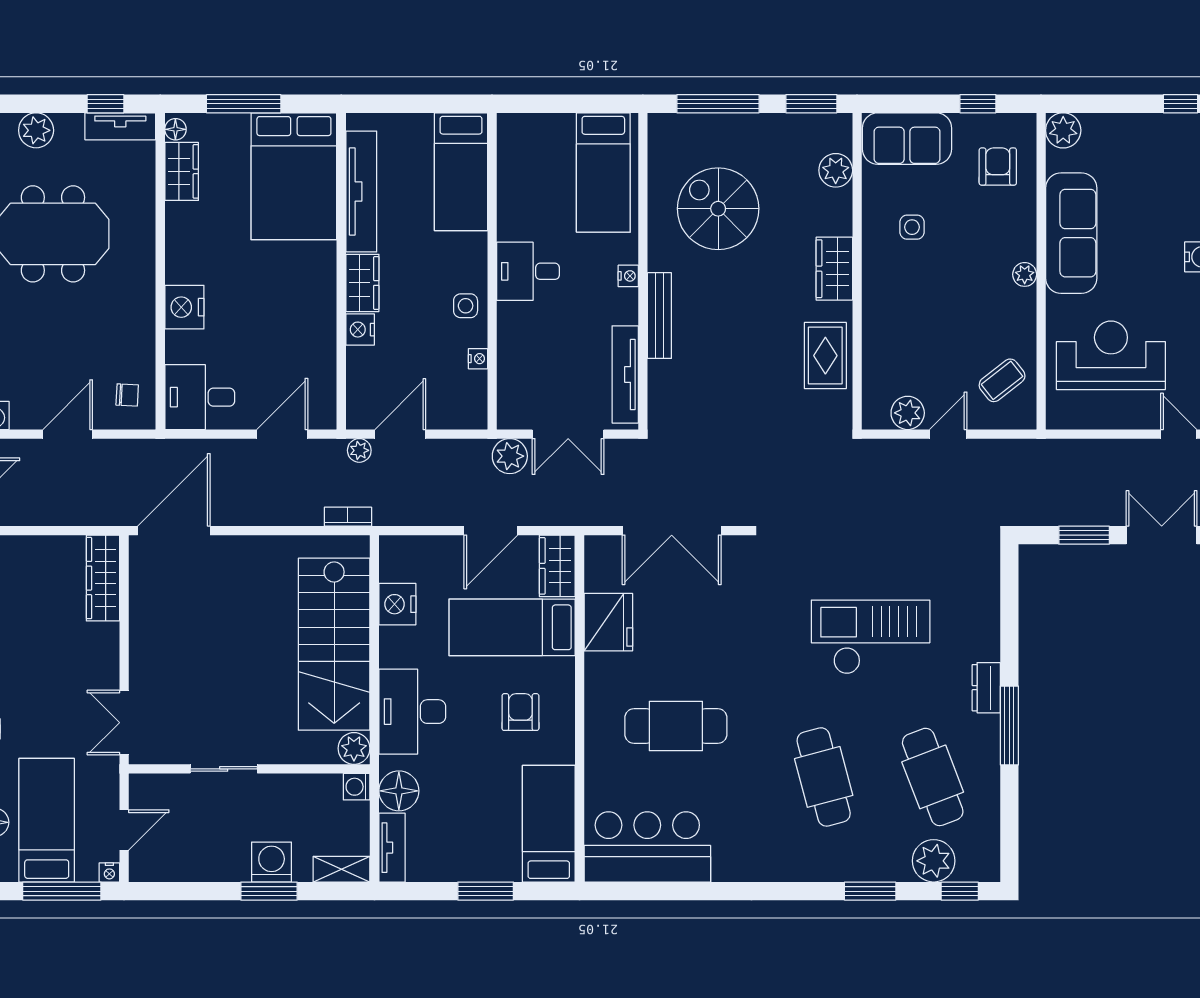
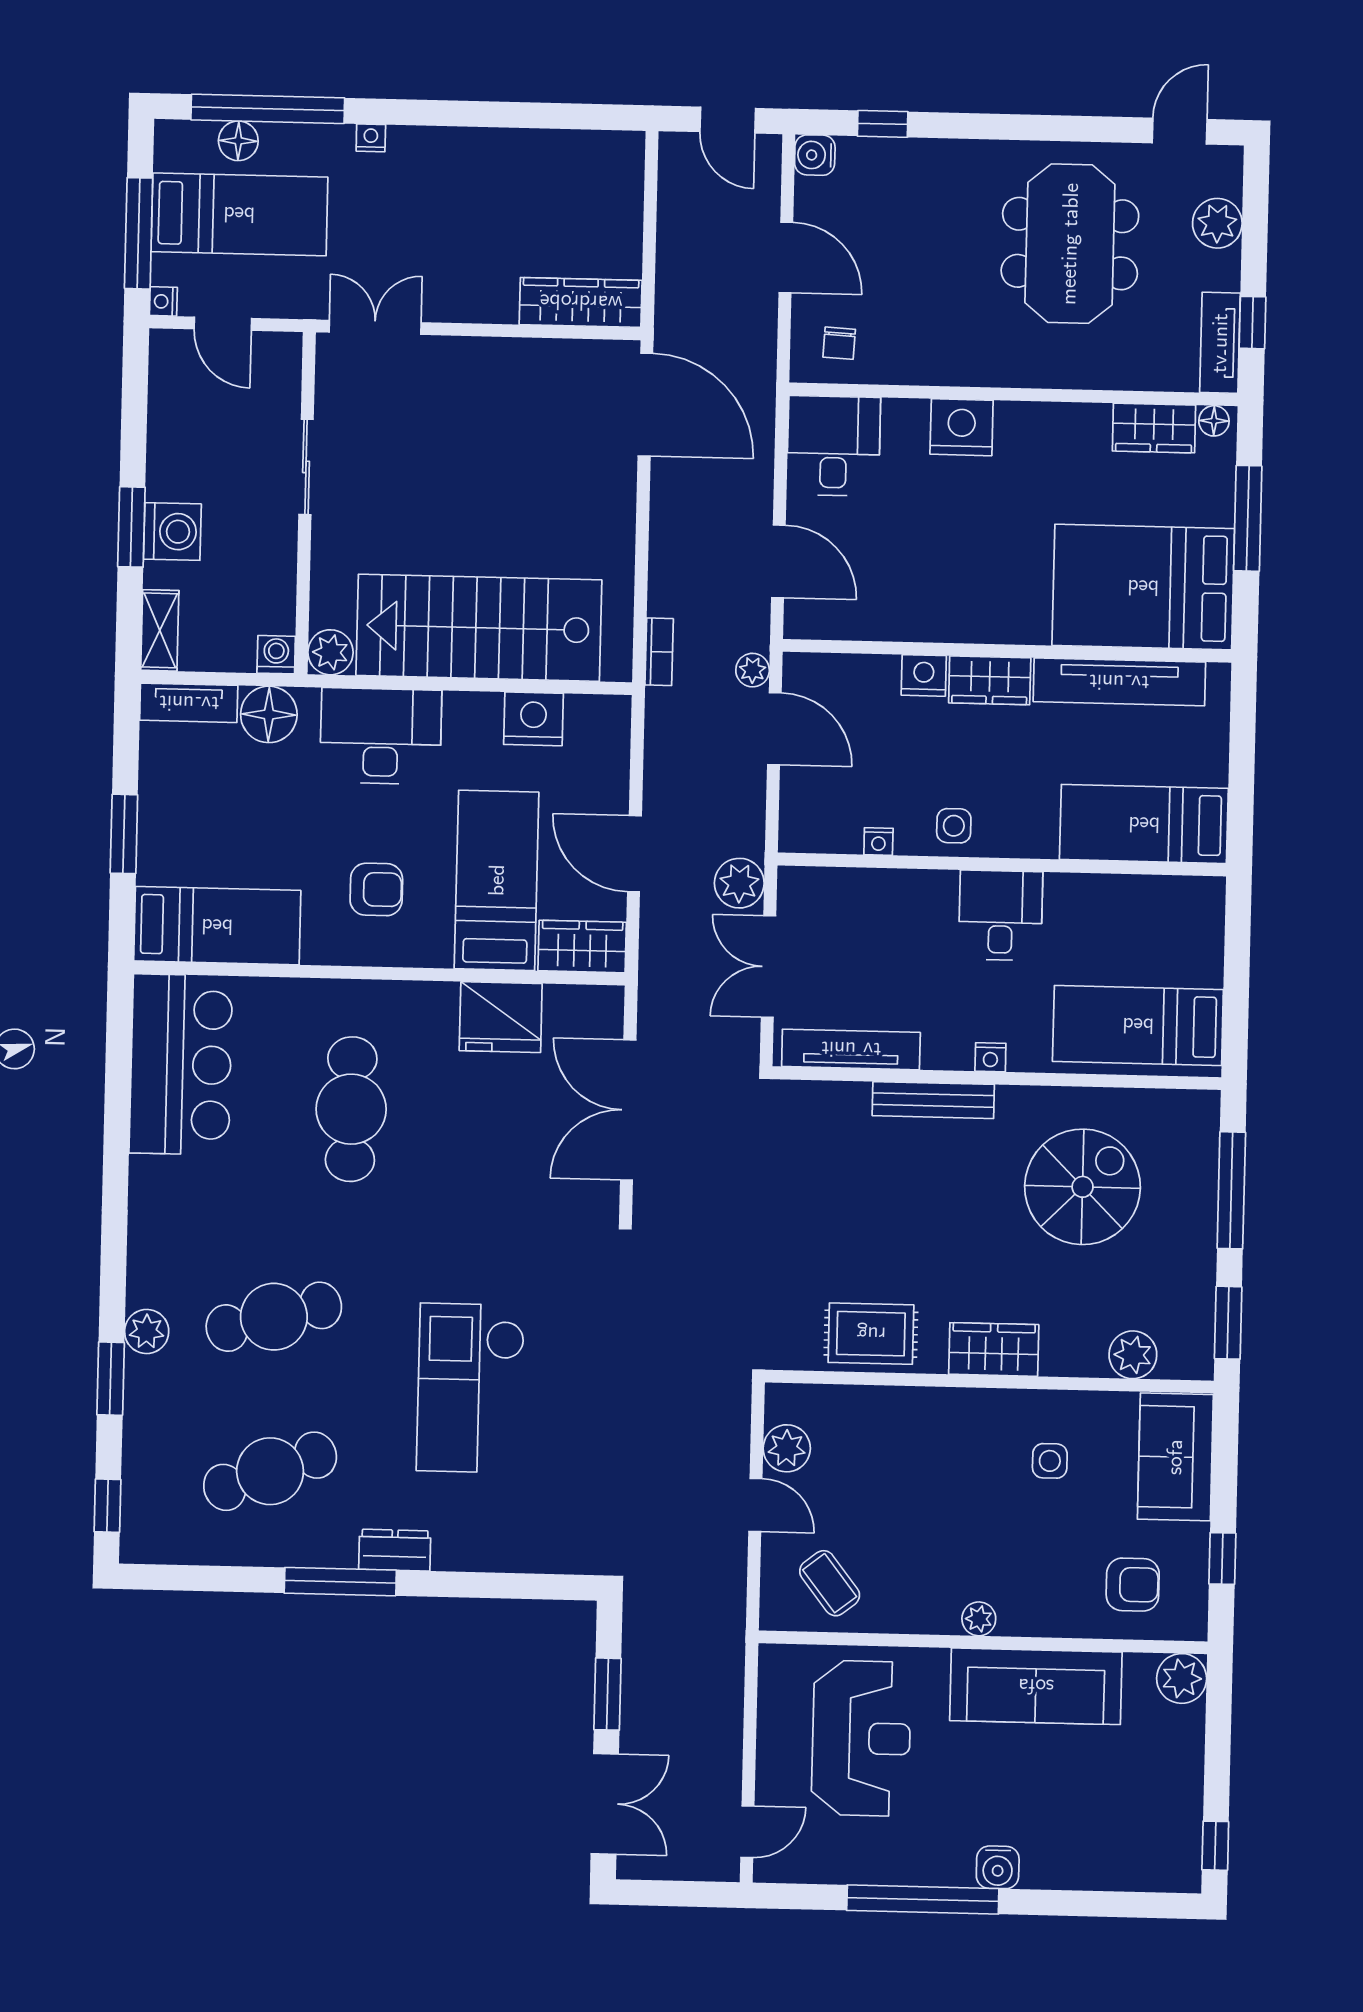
checkout: (871, 637) -> (471, 1388), turned 180
plant: (934, 861) -> (147, 1332), moved, width x0.73, depth x0.73

